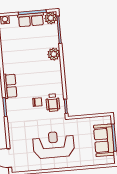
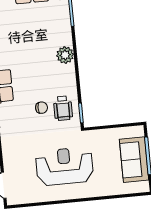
plant: (54, 54) -> (65, 55), moved

